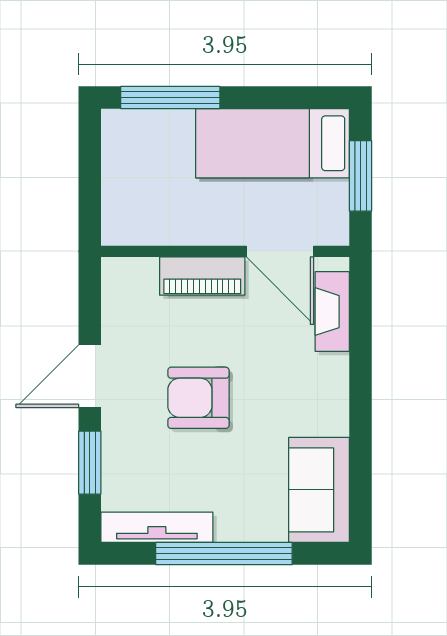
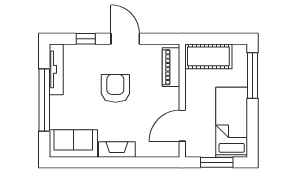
cot: (128, 194) -> (208, 56), added
piano: (202, 276) -> (171, 67), moved
fireplace: (332, 312) -> (117, 150), moved
window: (90, 463) -> (86, 39), width x0.67

